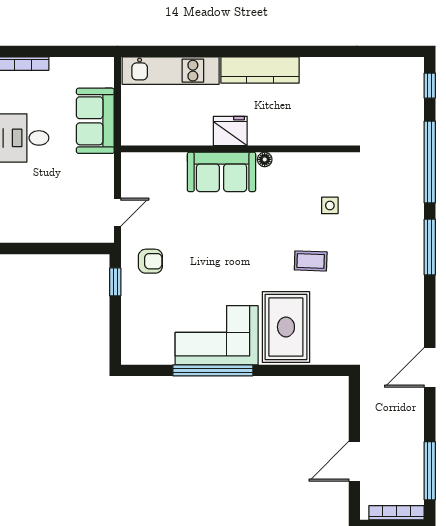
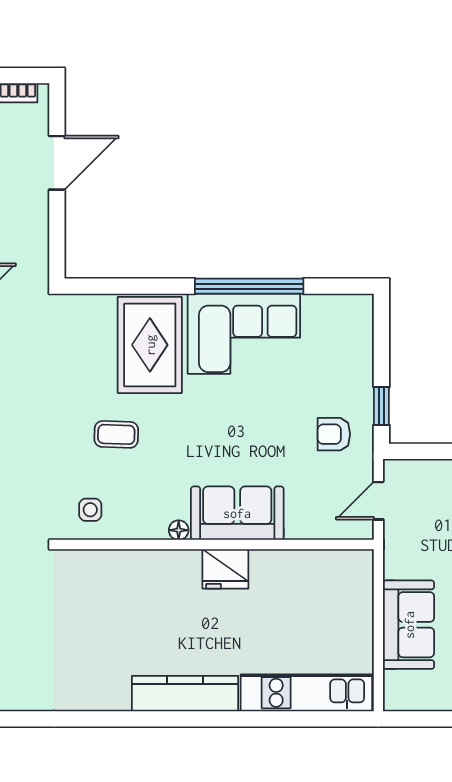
fridge: (230, 131) -> (225, 569), moved
wall: (237, 149) -> (216, 545), moved
floor lamp: (265, 159) -> (179, 530), moved
sofa: (222, 172) -> (237, 513), moved

